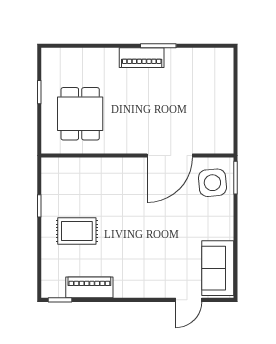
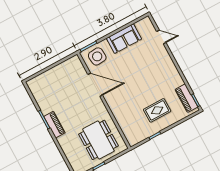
dining table: (80, 114) -> (98, 140), width x1.37
rug: (77, 231) -> (157, 110), turned 90
sofa: (218, 268) -> (124, 39), moved
piano: (89, 287) -> (186, 98), moved

